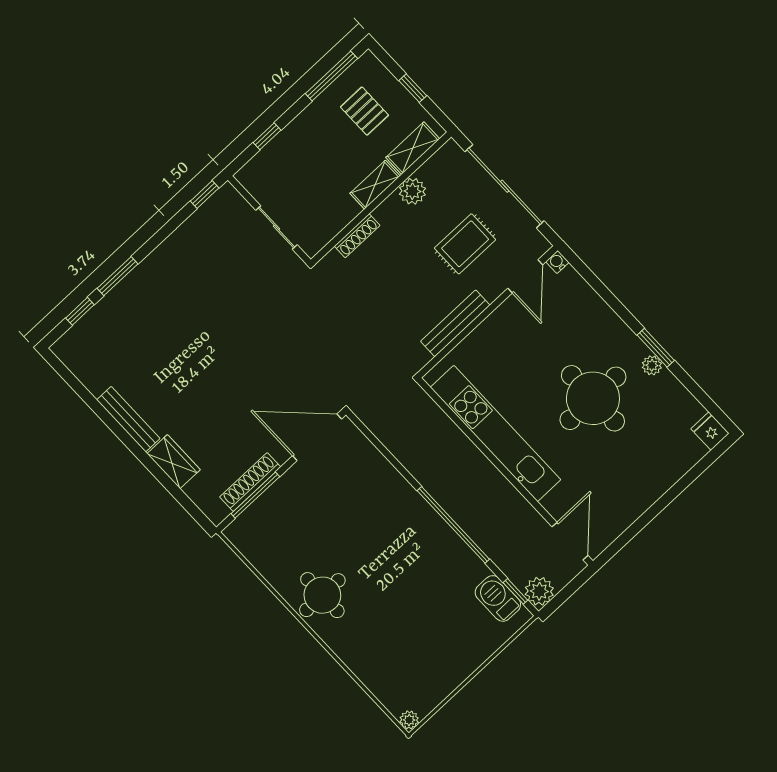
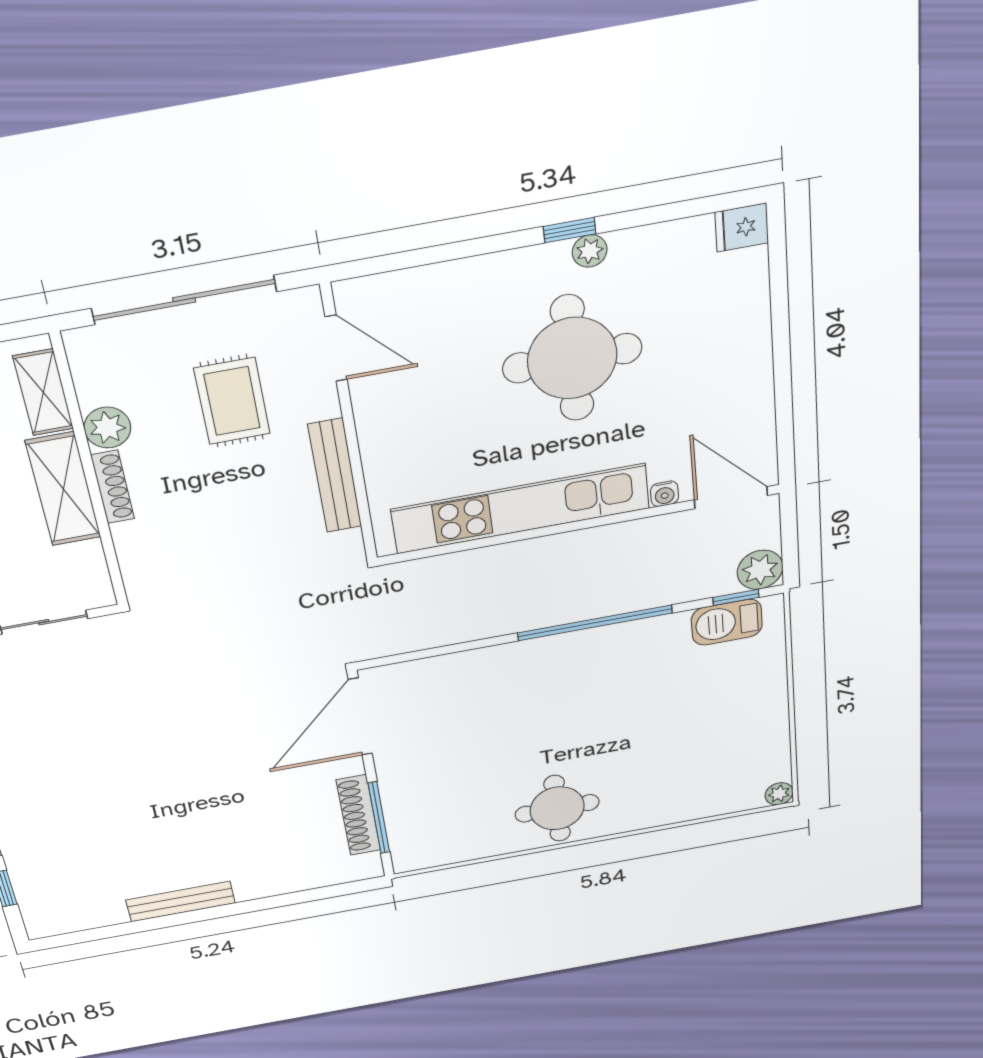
shelving: (375, 185) -> (63, 489), width x1.50, depth x1.33
shoe rack: (357, 236) -> (113, 487), moved
water cooler: (557, 262) -> (665, 494), moved, turned -90
window: (656, 348) -> (570, 230), width x0.67
wardrobe: (174, 462) -> (270, 881), removed

